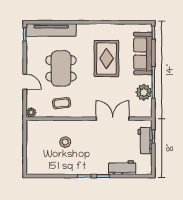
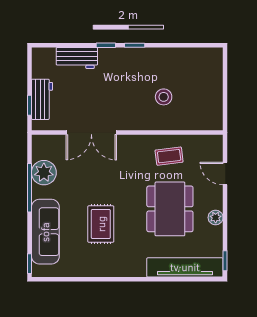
rug: (106, 59) -> (101, 224), width x0.73, depth x0.70
door: (25, 82) -> (225, 173), moved
plant: (31, 112) -> (216, 218), moved

